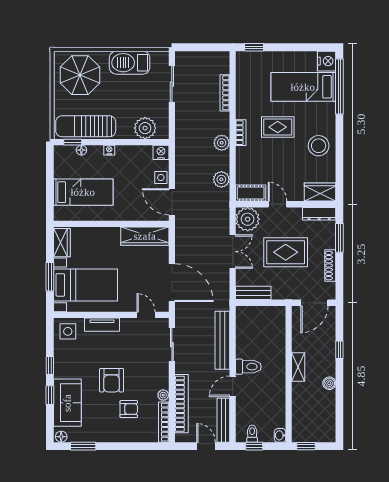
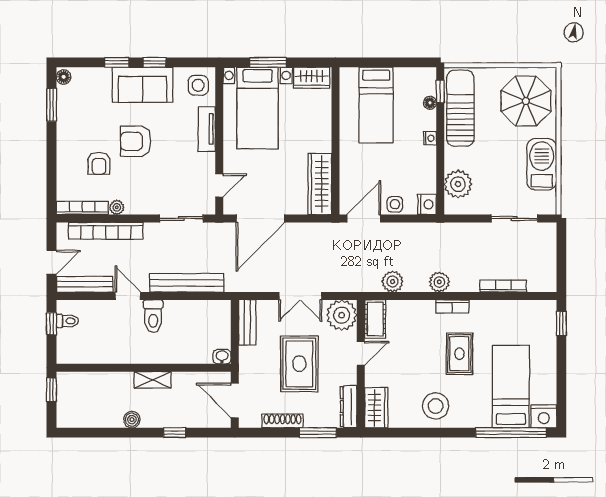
sofa: (67, 403) -> (143, 85), moved
washbasin: (280, 435) -> (222, 357), moved

